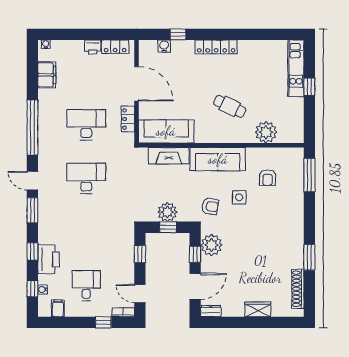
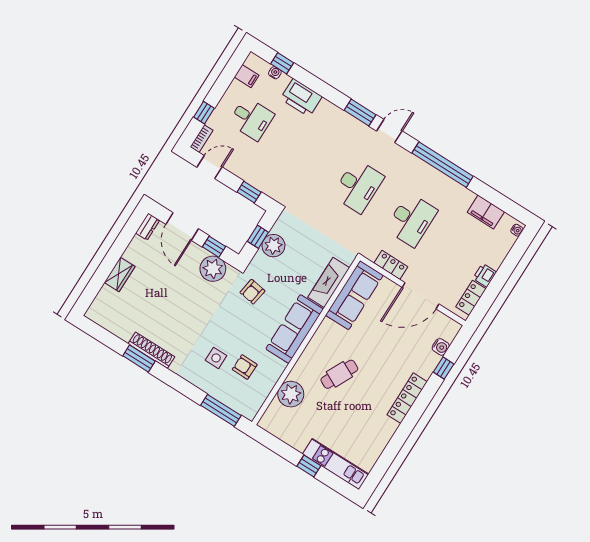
side table: (239, 197) -> (216, 358), moved
window: (32, 251) -> (319, 87), removed
shoe rack: (298, 289) -> (151, 350), moved

